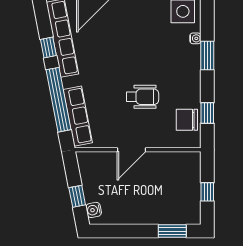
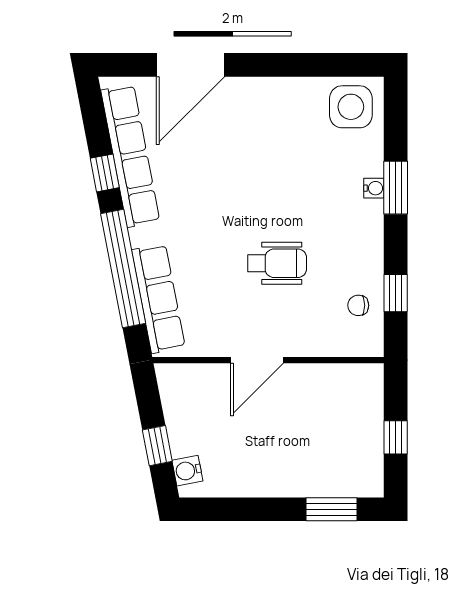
water cooler: (195, 38) -> (374, 188), moved
chair: (187, 120) -> (358, 305), width x0.54, depth x0.54

